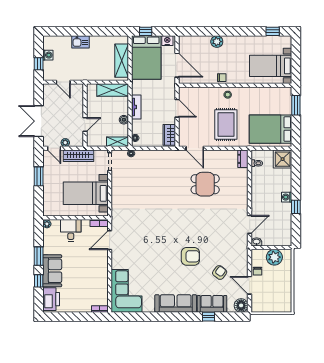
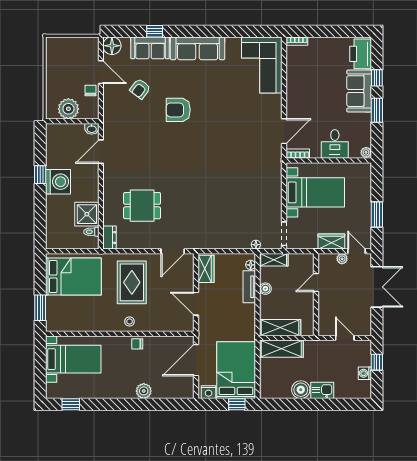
boiler: (97, 43) -> (301, 390), added
shelving: (122, 61) -> (281, 349), moved, turned 90
door: (177, 65) -> (196, 360), hinge flipped
tv unit: (136, 107) -> (249, 287), moved
door: (195, 148) -> (173, 251), swing flipped
wardrobe: (78, 156) -> (331, 242), width x0.67
shower: (283, 159) -> (87, 214), moved
dining table: (205, 184) -> (142, 206), moved
washing machine: (287, 197) -> (58, 182), width x1.89, depth x1.89

